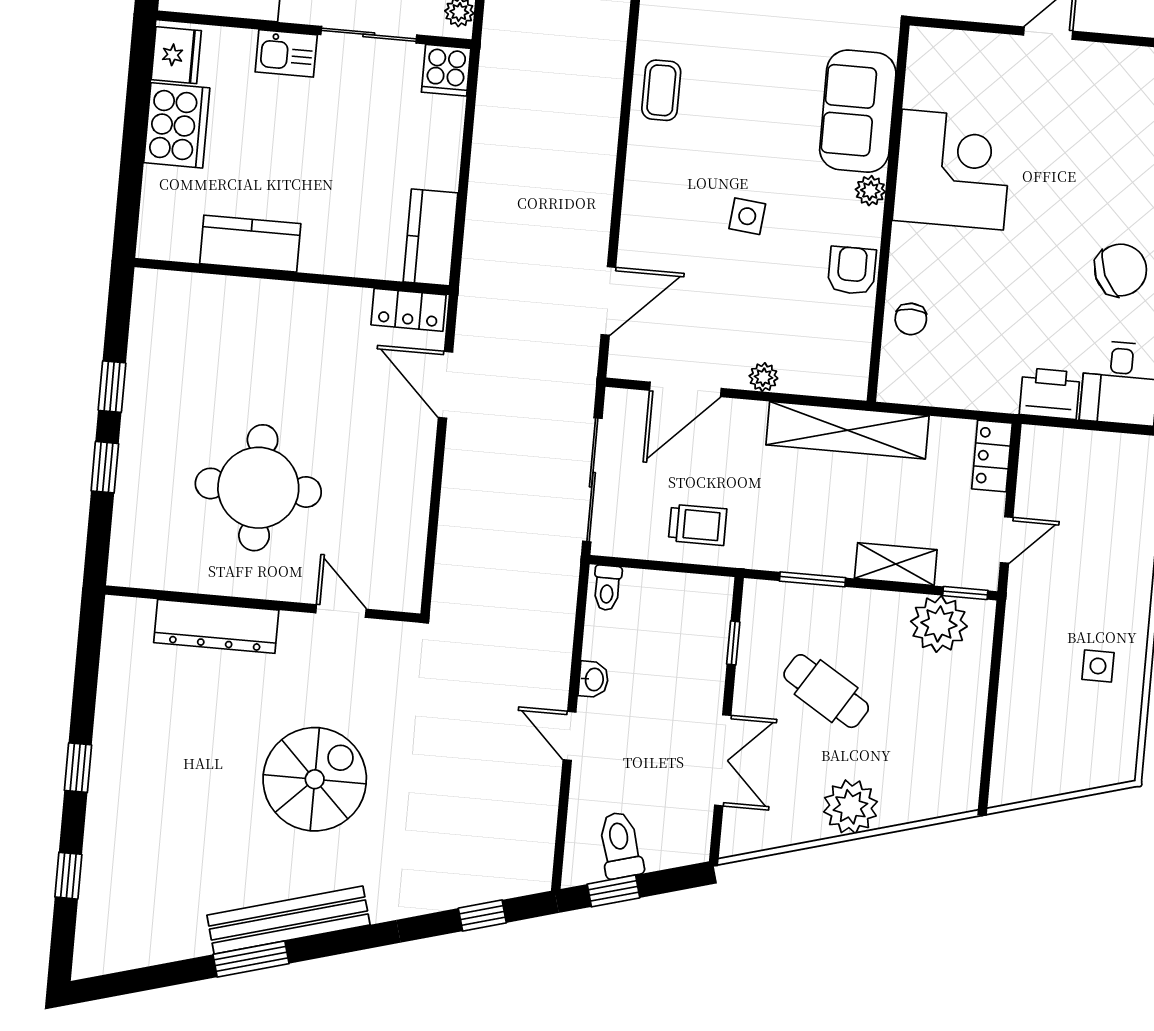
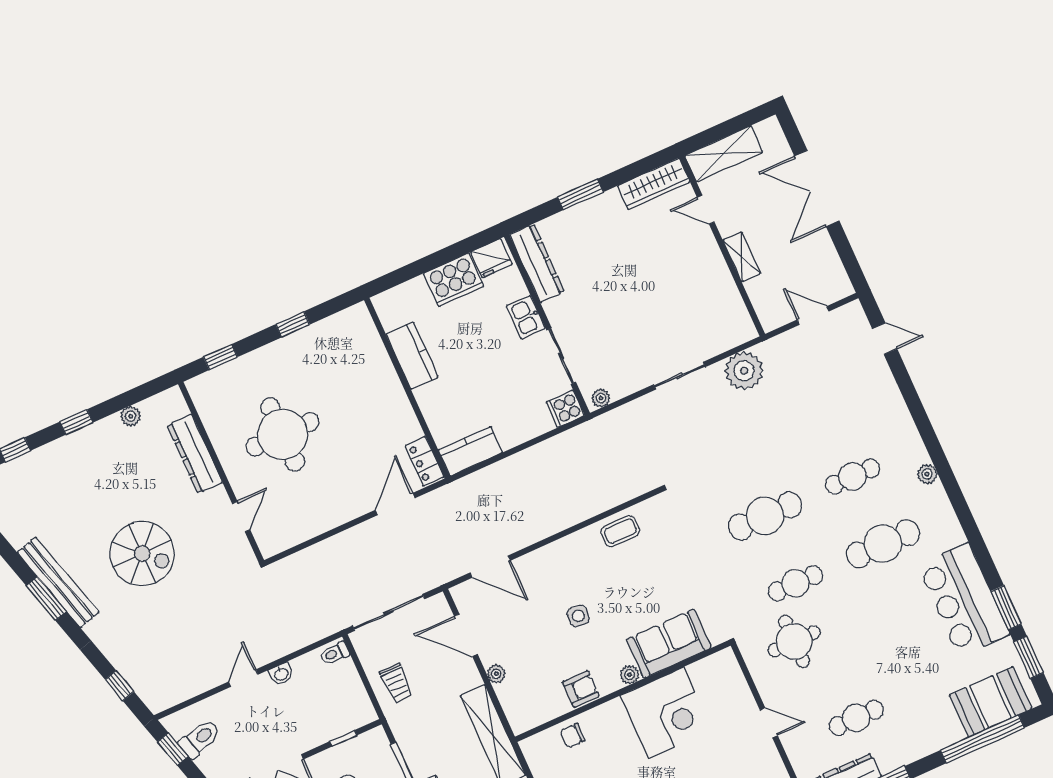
window: (105, 467) -> (220, 357), moved
plant: (113, 687) -> (131, 416), added
window: (251, 959) -> (46, 599), moved

